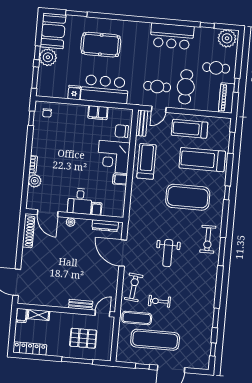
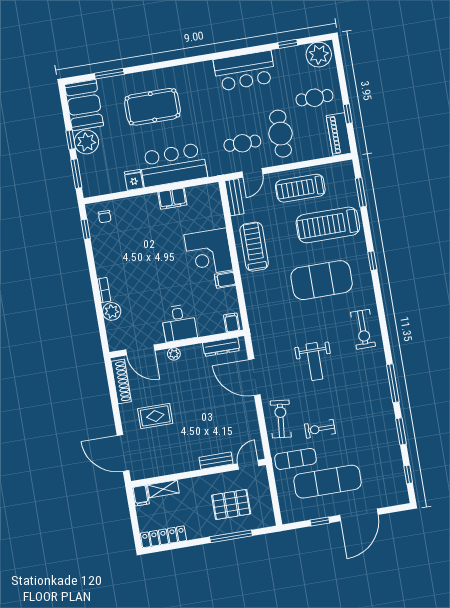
chair: (122, 131) -> (210, 215), removed
filing cabinet: (97, 209) -> (232, 323), moved
window: (222, 252) -> (393, 383), moved
rug: (46, 262) -> (155, 416), added

